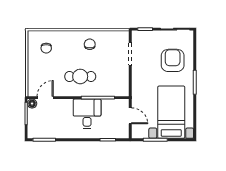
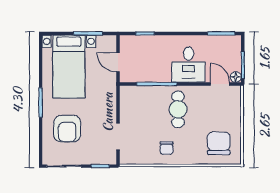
chair: (46, 48) -> (219, 143), width x1.87, depth x1.87
cafe table: (80, 76) -> (178, 109), turned 90
door: (45, 98) -> (220, 84), swing flipped
desk: (87, 114) -> (188, 65), moved

